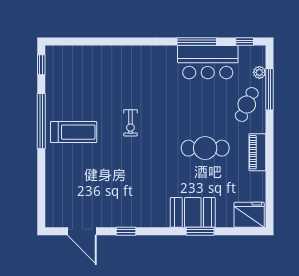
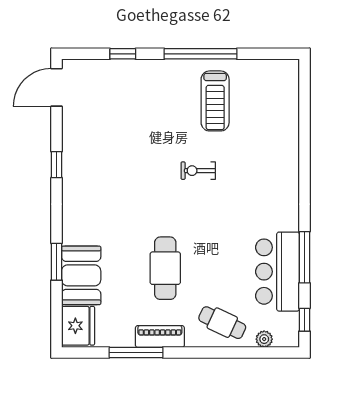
window: (41, 65) -> (123, 54), moved
window: (270, 89) -> (136, 352), moved
treadmill: (74, 132) -> (215, 101), moved
booth: (193, 212) -> (81, 275), moved
door: (82, 231) -> (56, 87), moved

